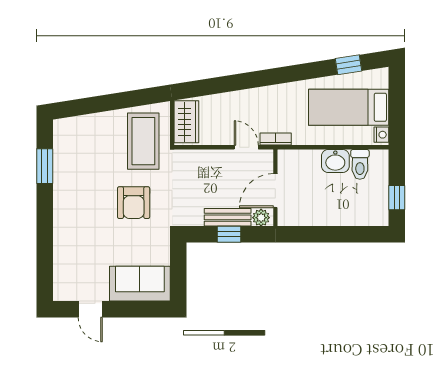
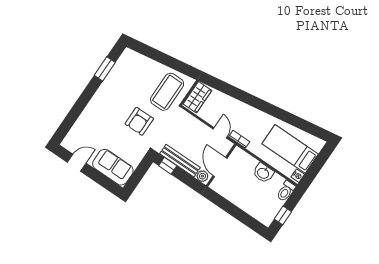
window: (348, 65) -> (306, 126), removed
toilet: (360, 164) -> (286, 191), moved
door: (275, 191) -> (220, 167), hinge flipped
bench: (228, 217) -> (180, 161), width x1.36
window: (229, 234) -> (168, 166), moved
door: (90, 309) -> (77, 163), swing flipped

